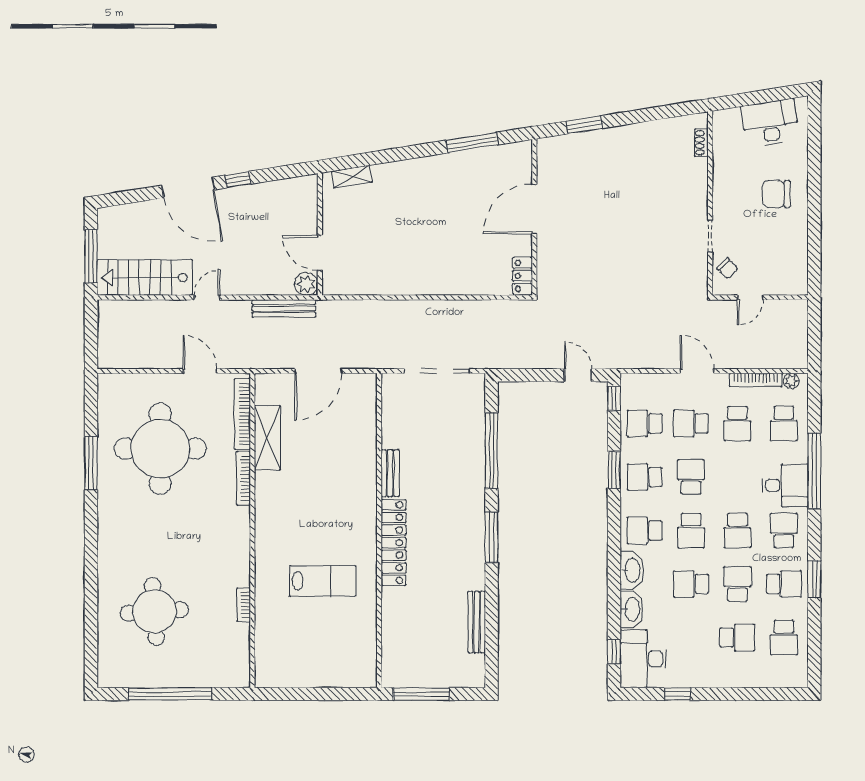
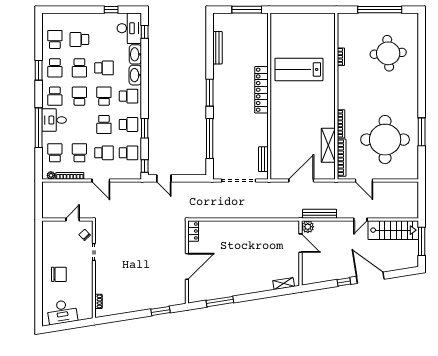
bench: (390, 473) -> (263, 159), moved
lab bench: (323, 581) -> (299, 69), width x1.36, depth x1.39
school desk: (784, 584) -> (55, 68), turned -90

